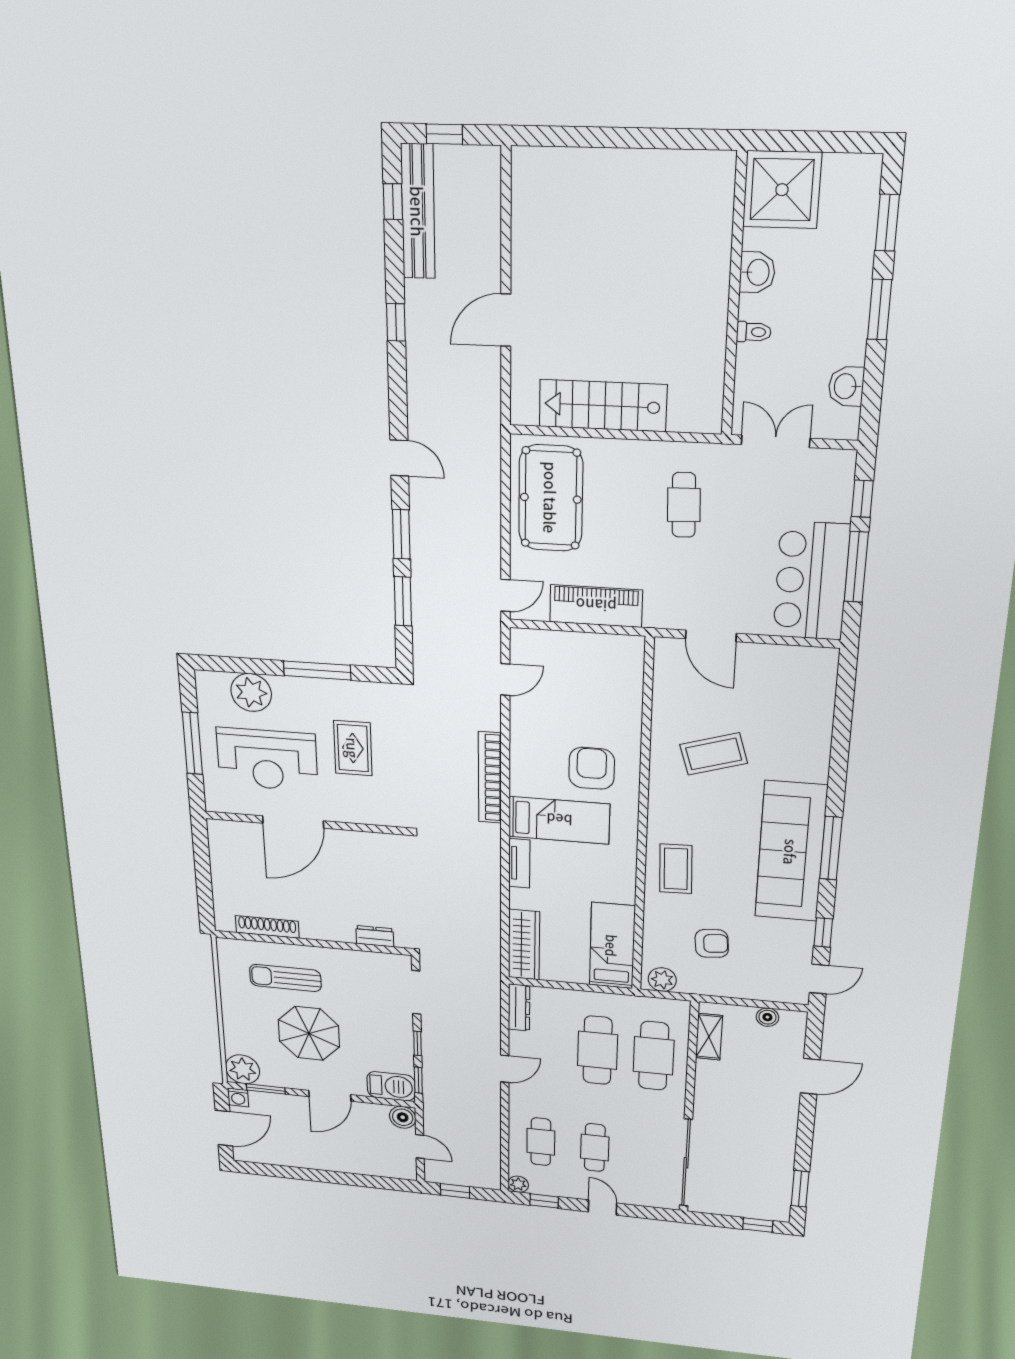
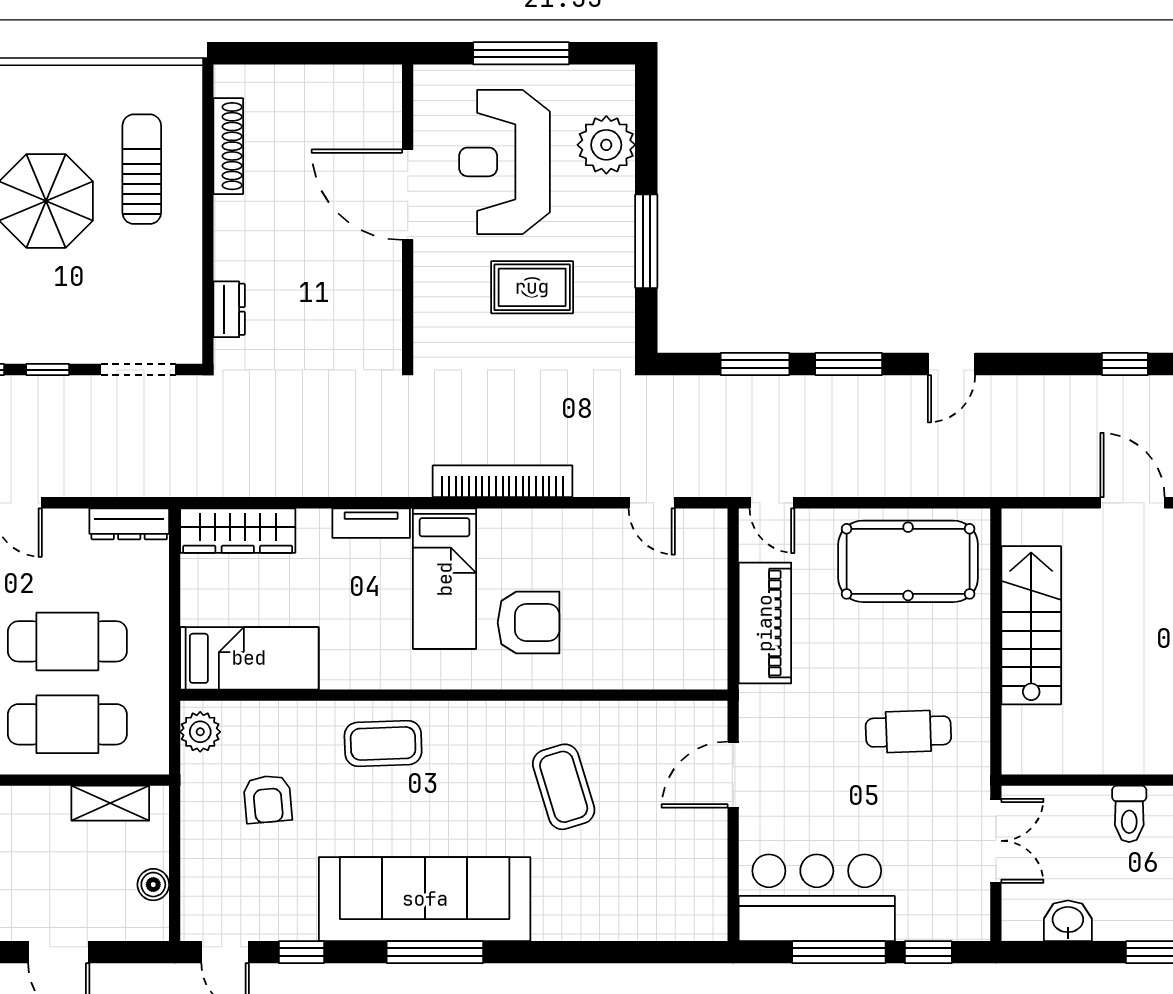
toilet: (754, 332) -> (1129, 814), width x1.37, depth x1.39

